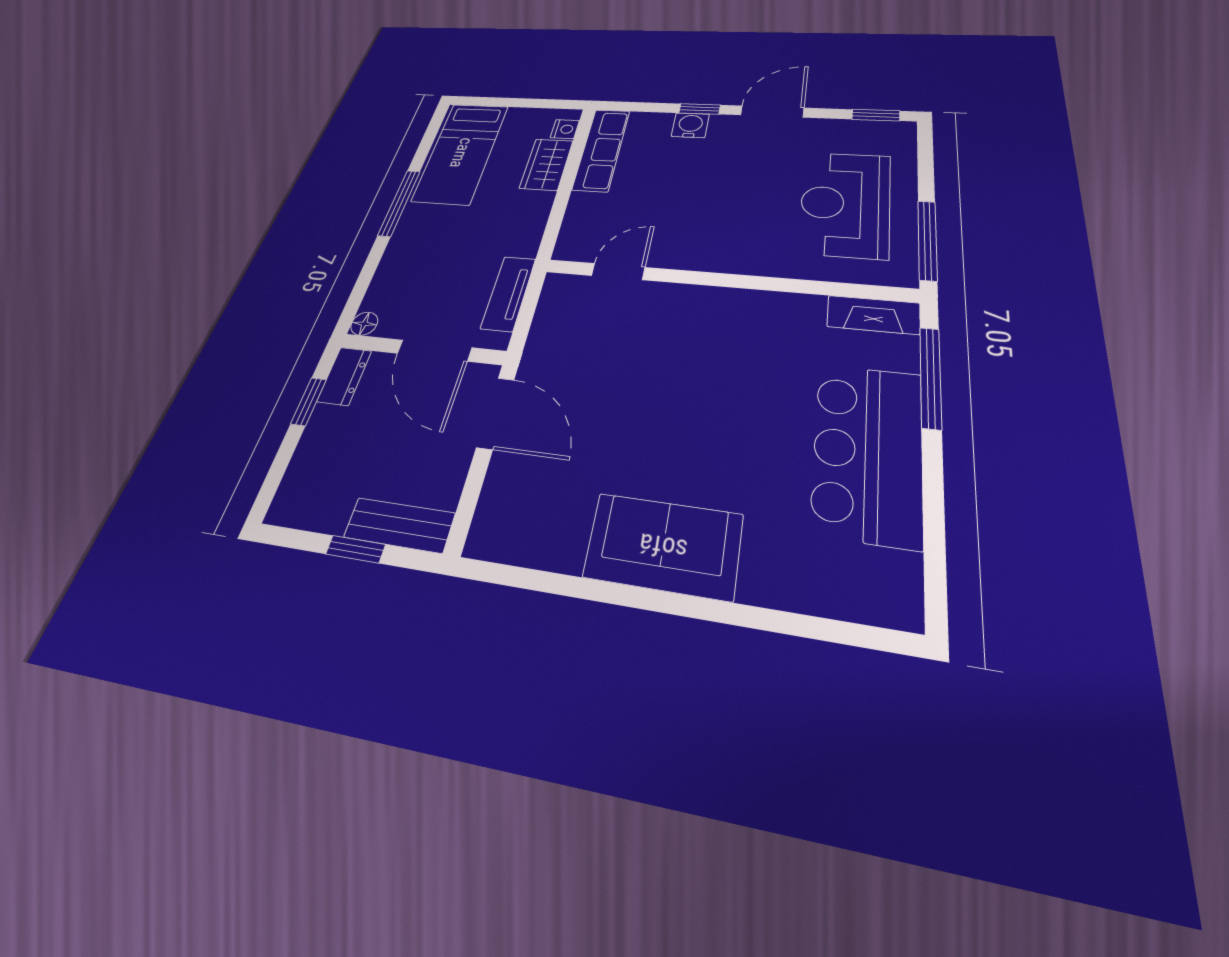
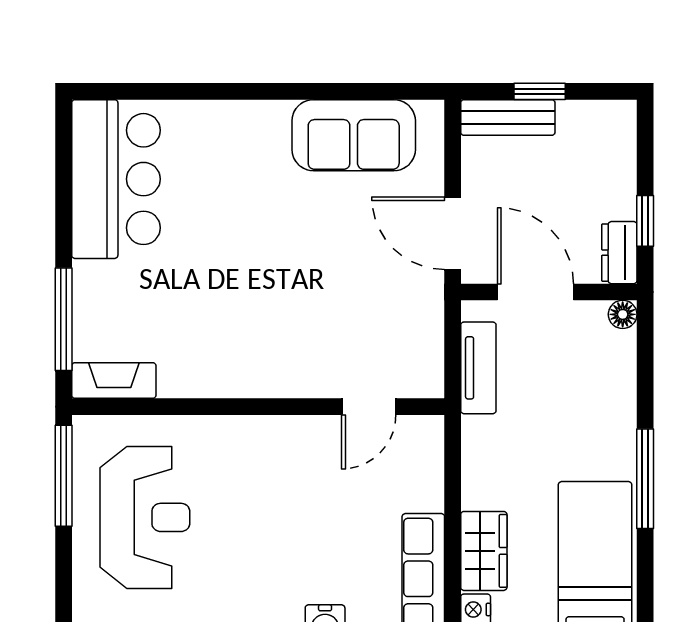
bar counter: (868, 451) -> (116, 179), moved
sofa: (663, 546) -> (354, 135), moved

